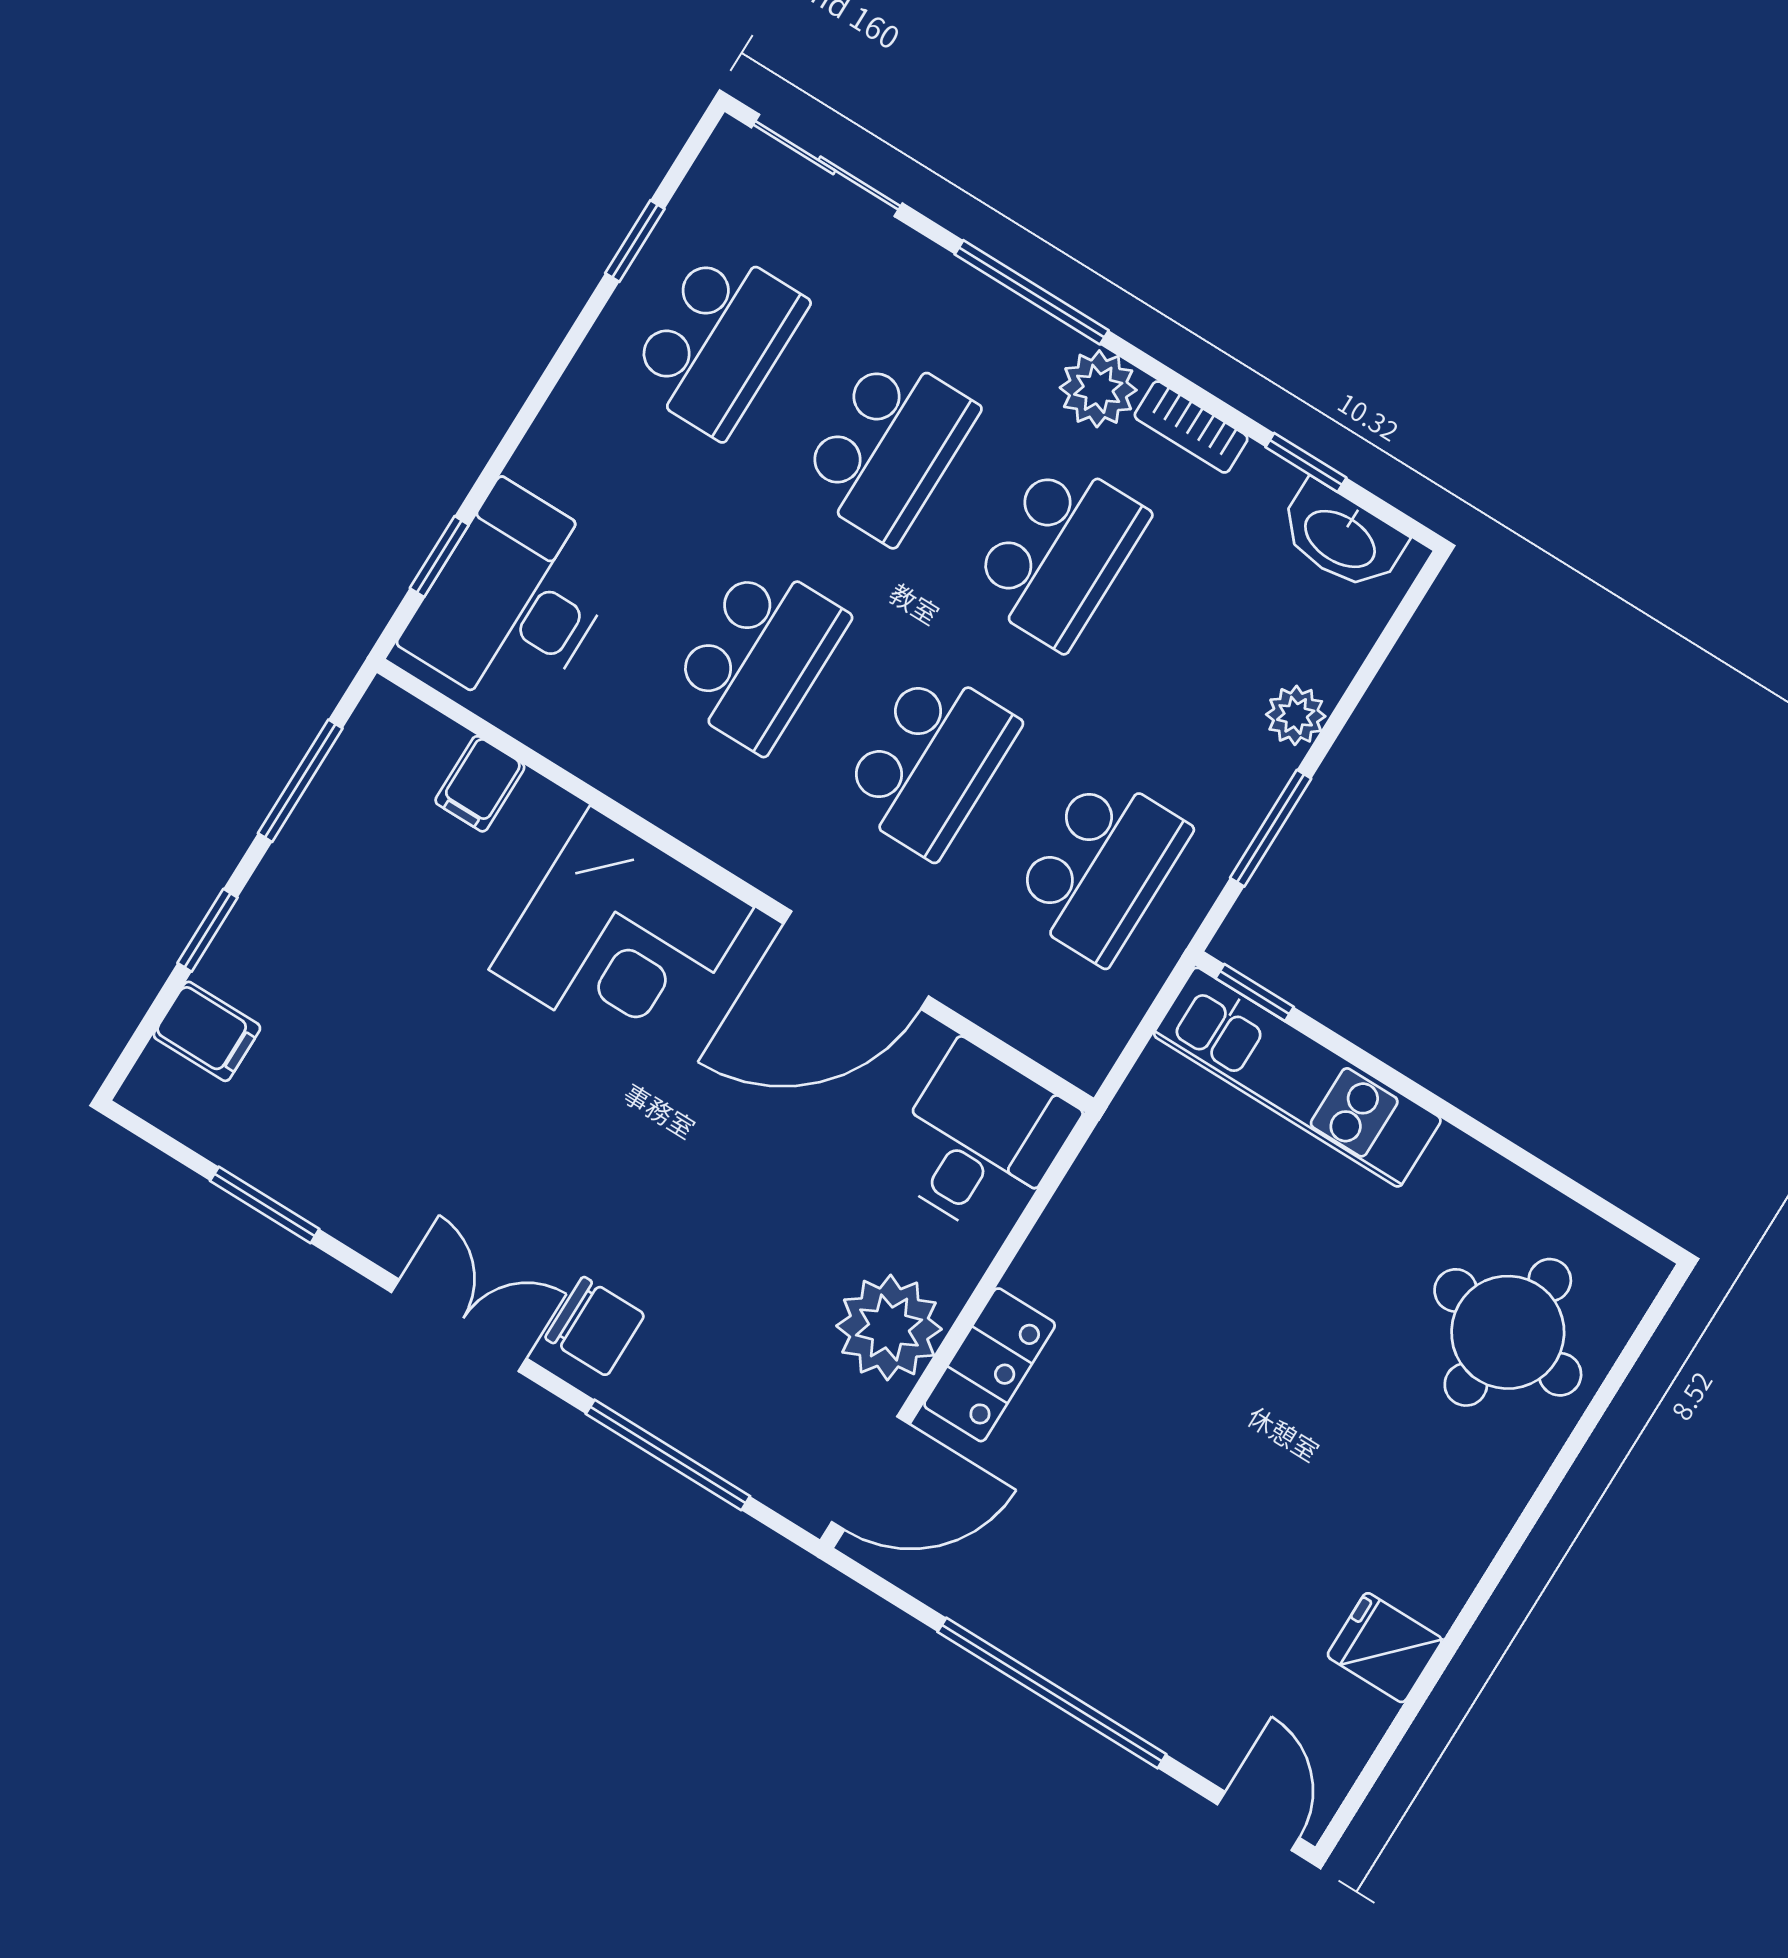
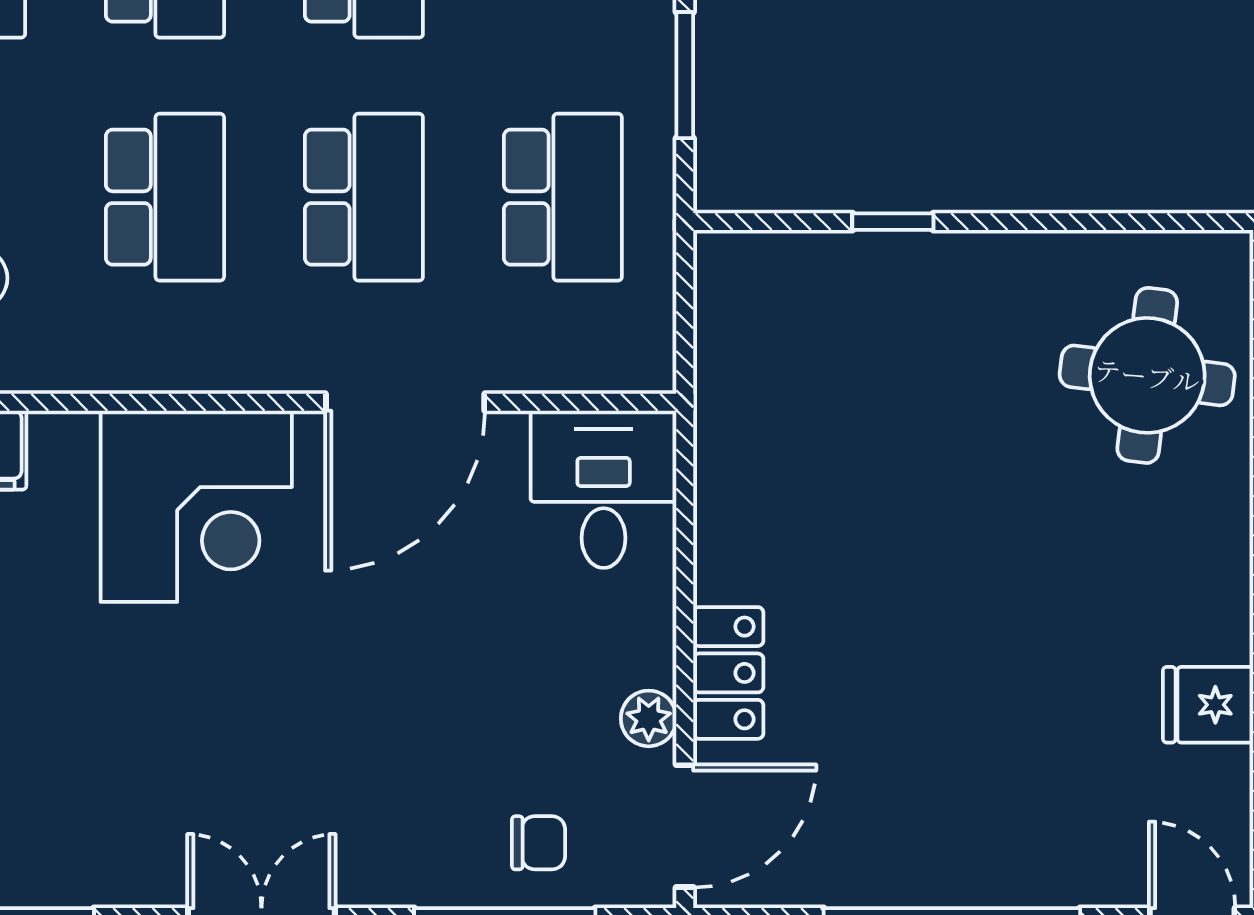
window: (1255, 992) -> (893, 222), moved
kitchen unit: (1297, 1077) -> (837, 270), removed
chair: (595, 1326) -> (539, 843), moved, width x0.73, depth x0.73
plant: (889, 1328) -> (649, 718), width x0.53, depth x0.53

